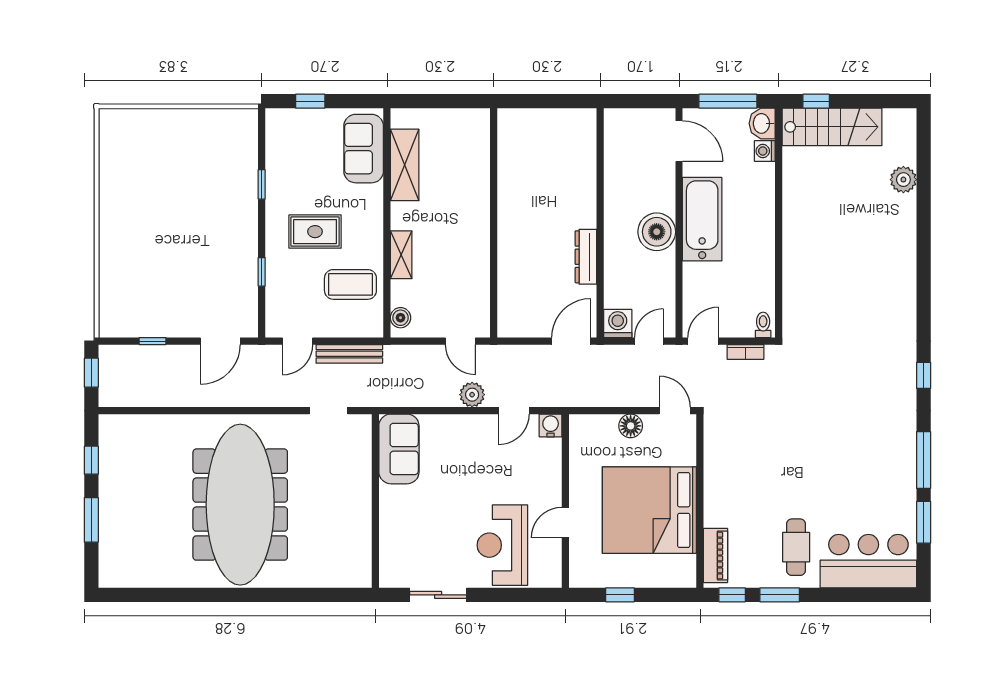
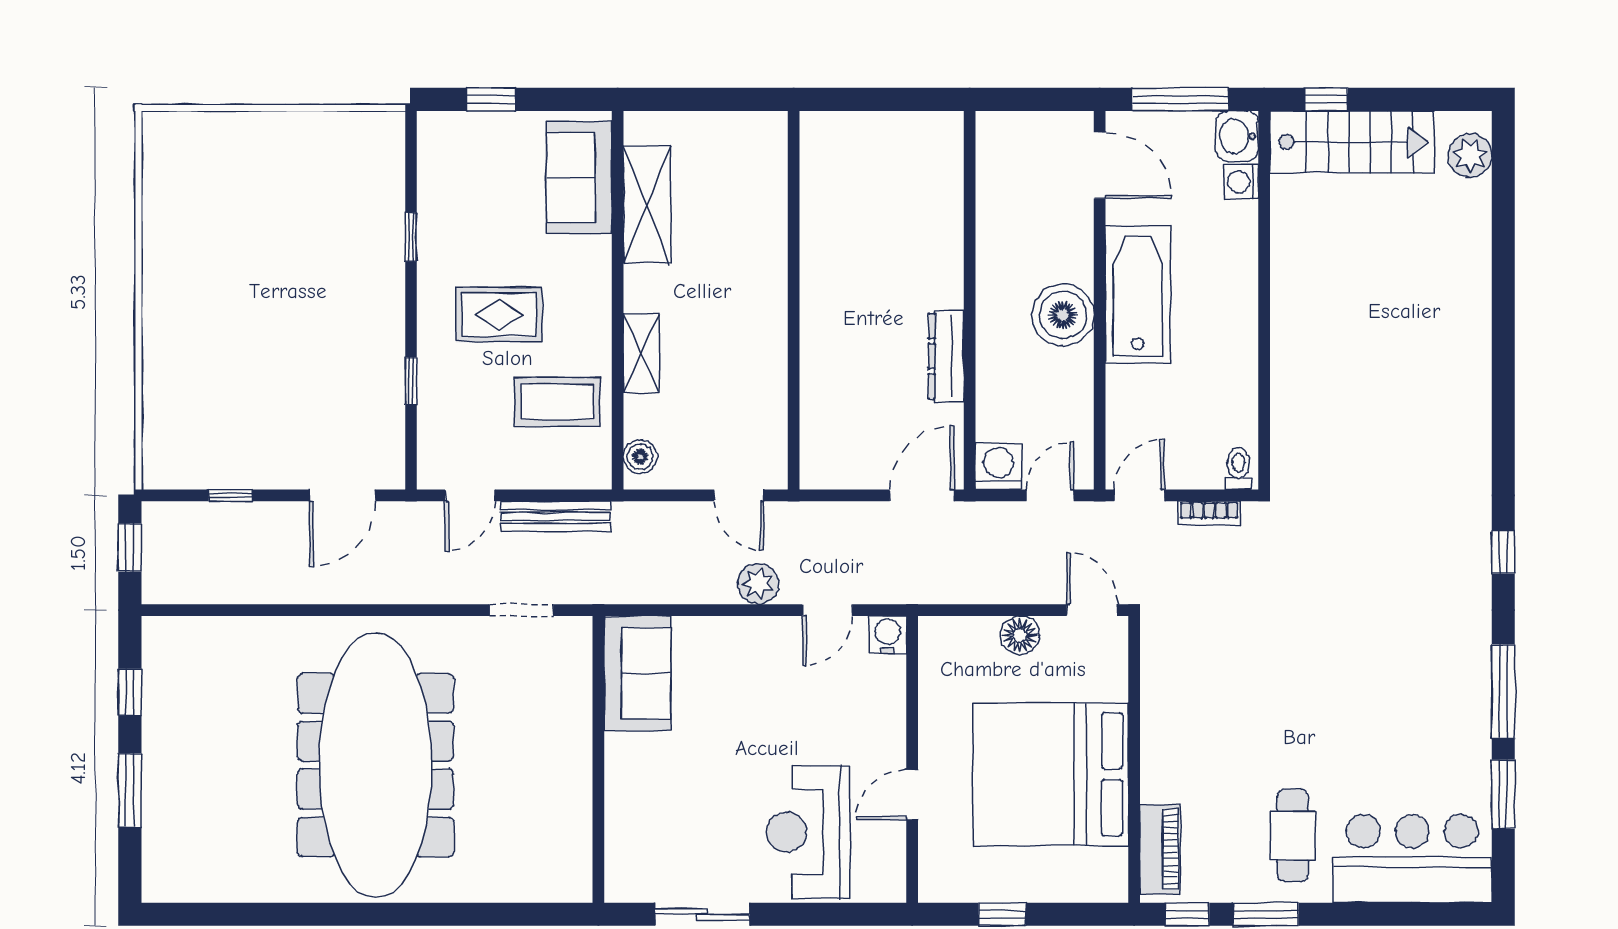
plant: (903, 180) -> (1470, 155), moved

